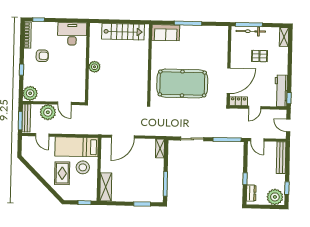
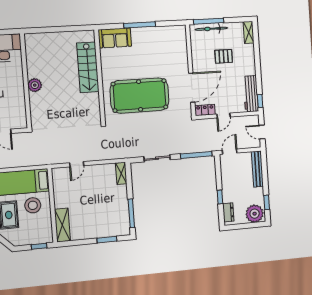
stairs: (123, 32) -> (88, 67), moved, turned 90
door: (123, 137) -> (77, 164), width x0.53
door: (257, 140) -> (230, 152), swing flipped

